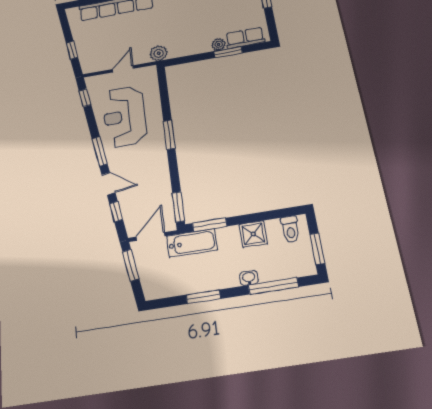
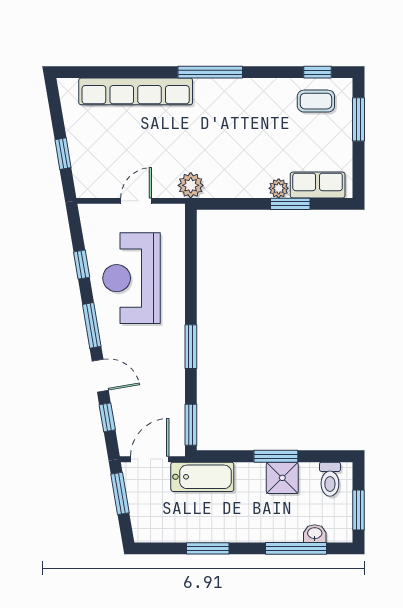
window: (85, 98) -> (82, 265), moved
window: (169, 135) -> (191, 347), moved
window: (210, 225) -> (276, 456), moved
washbasin: (249, 278) -> (315, 534), moved

